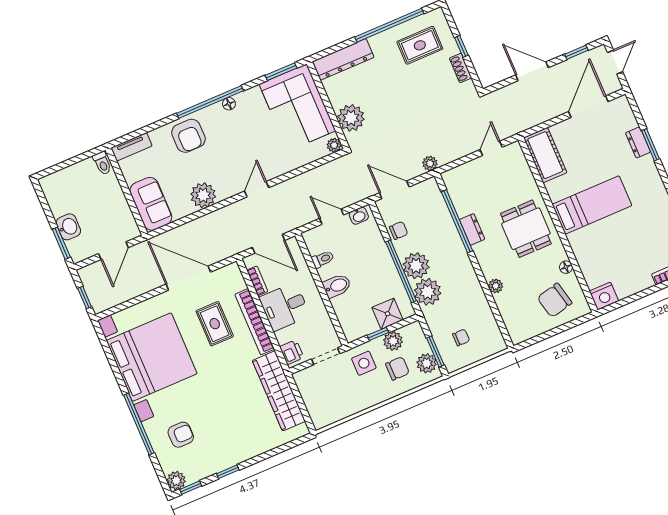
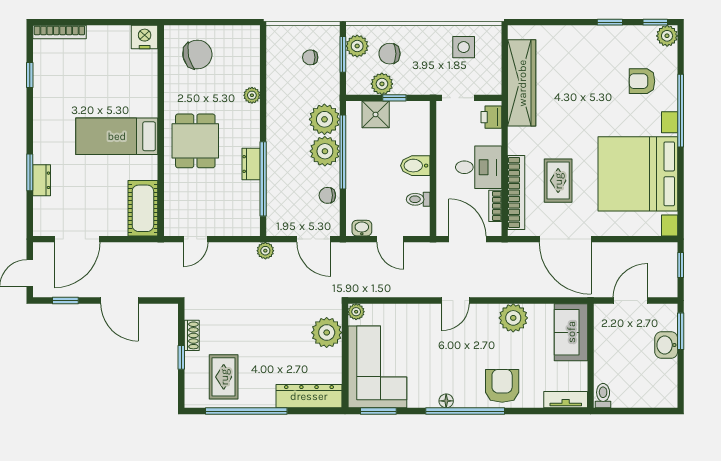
rug: (420, 45) -> (224, 377), turned 90
floor lamp: (566, 267) -> (171, 84), removed
bookcase: (255, 322) -> (516, 193), moved
side table: (364, 363) -> (464, 47), moved

